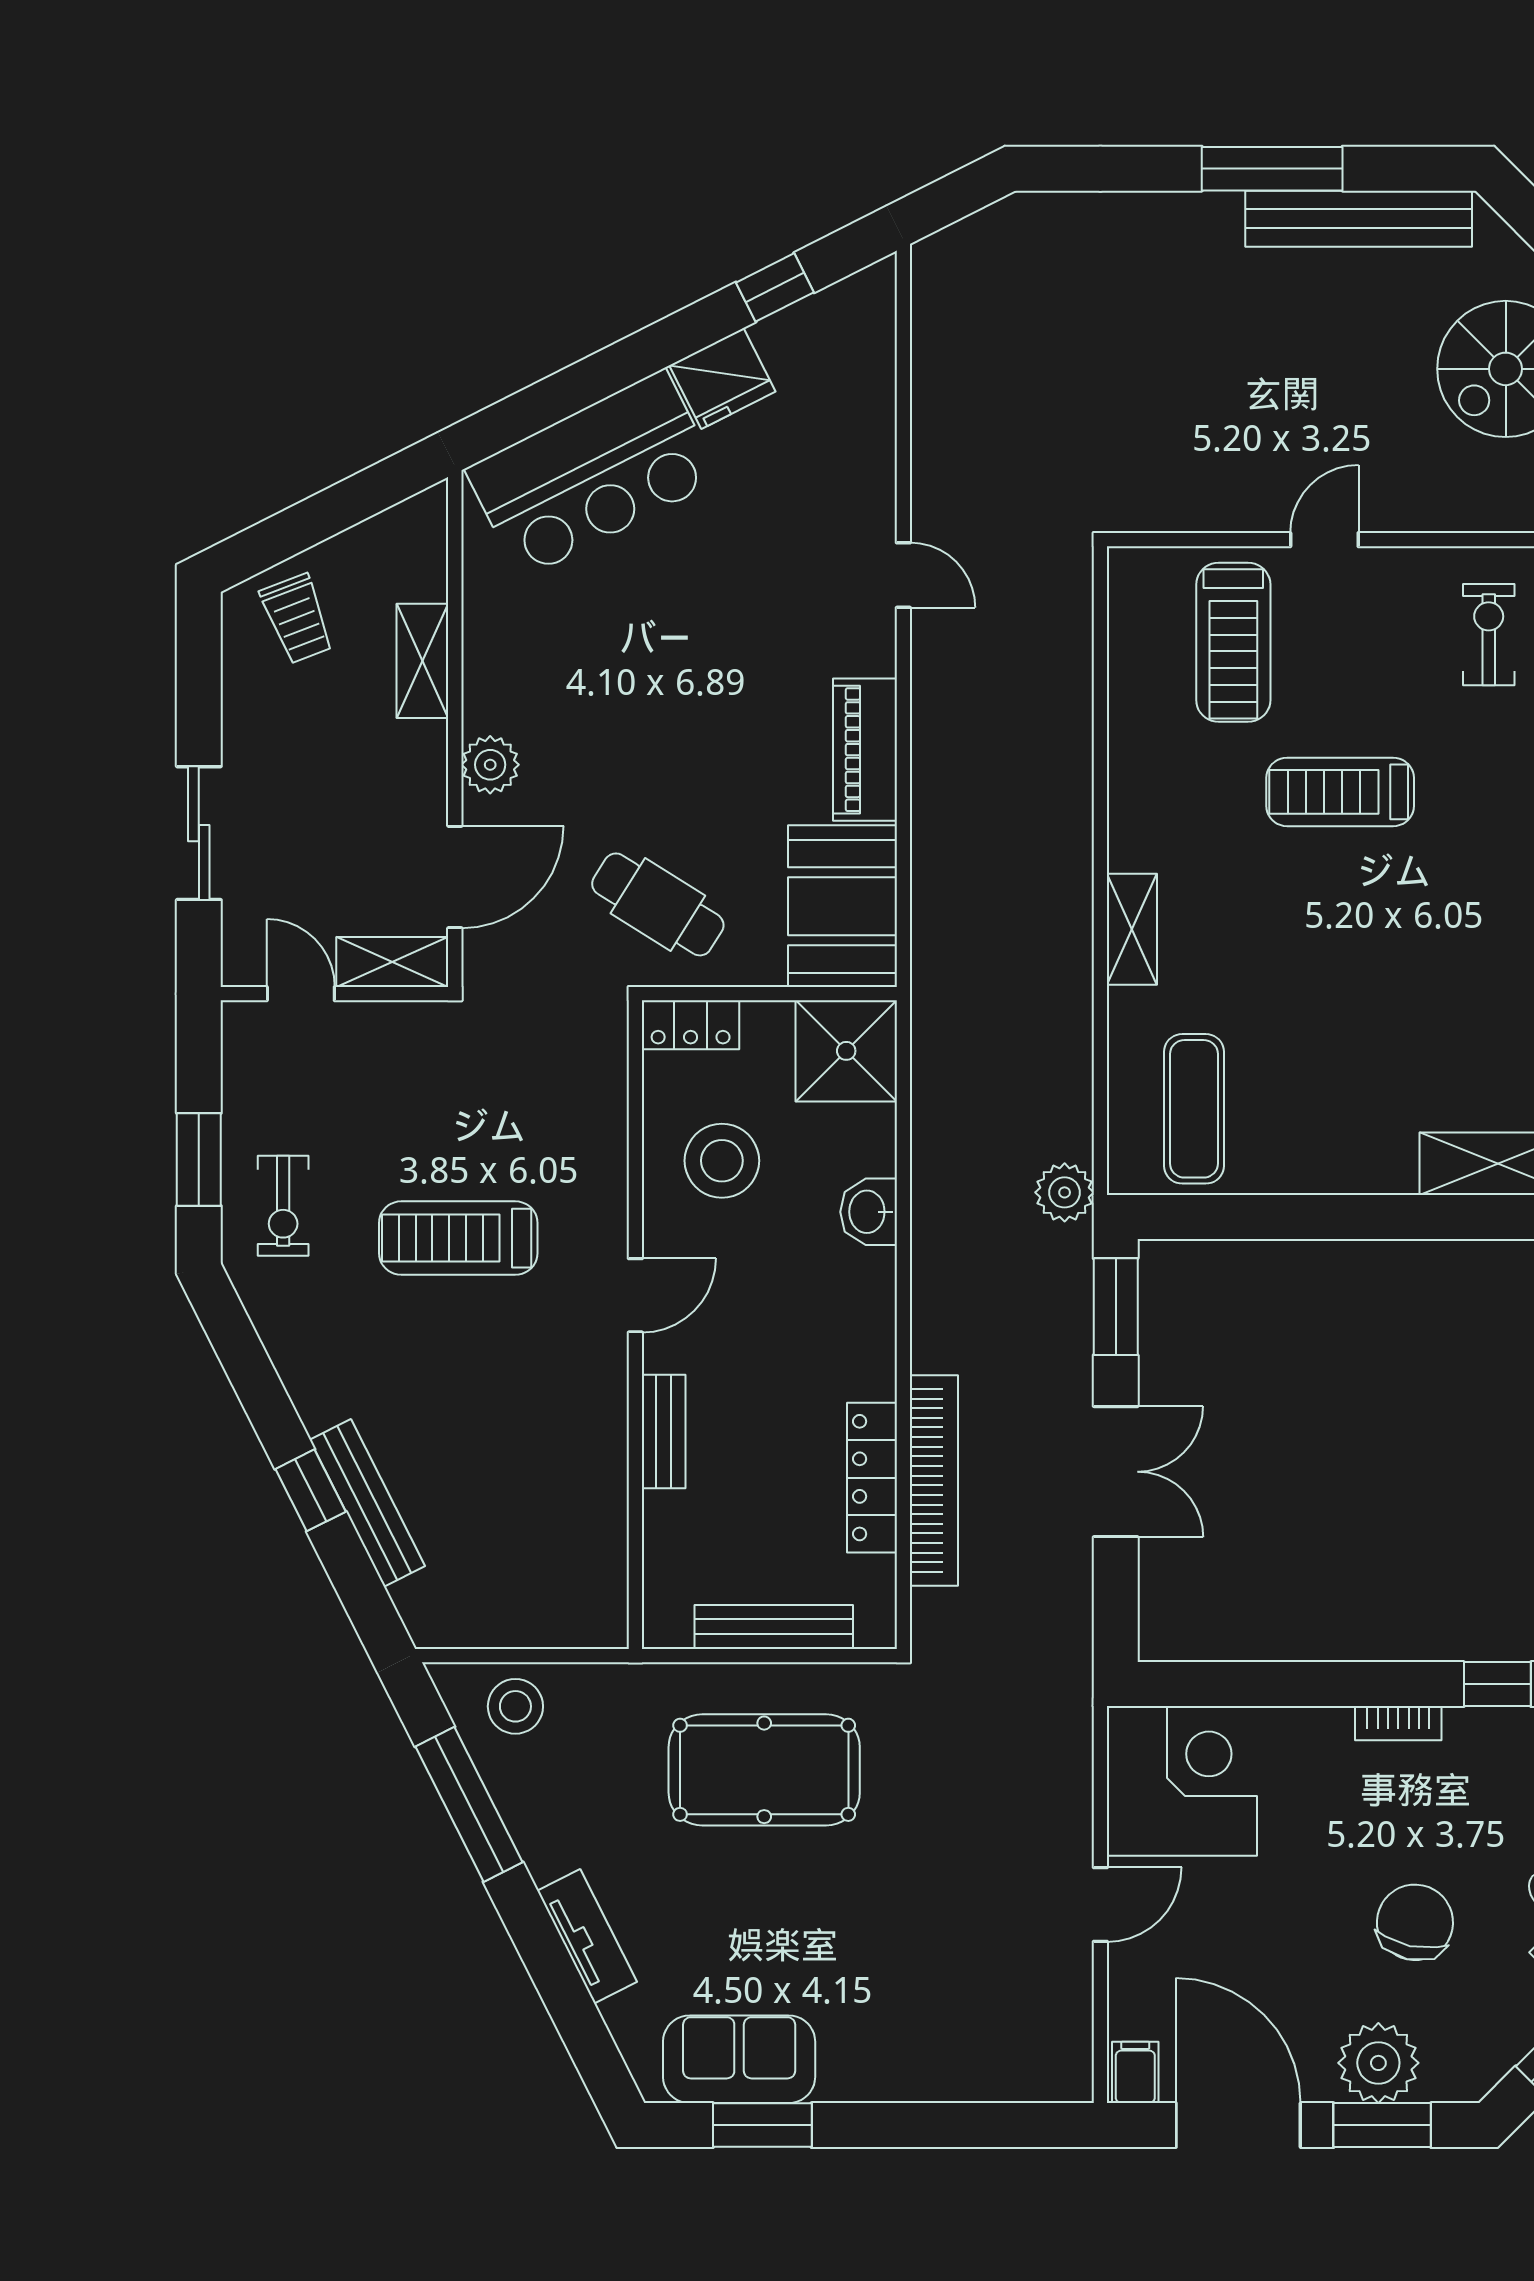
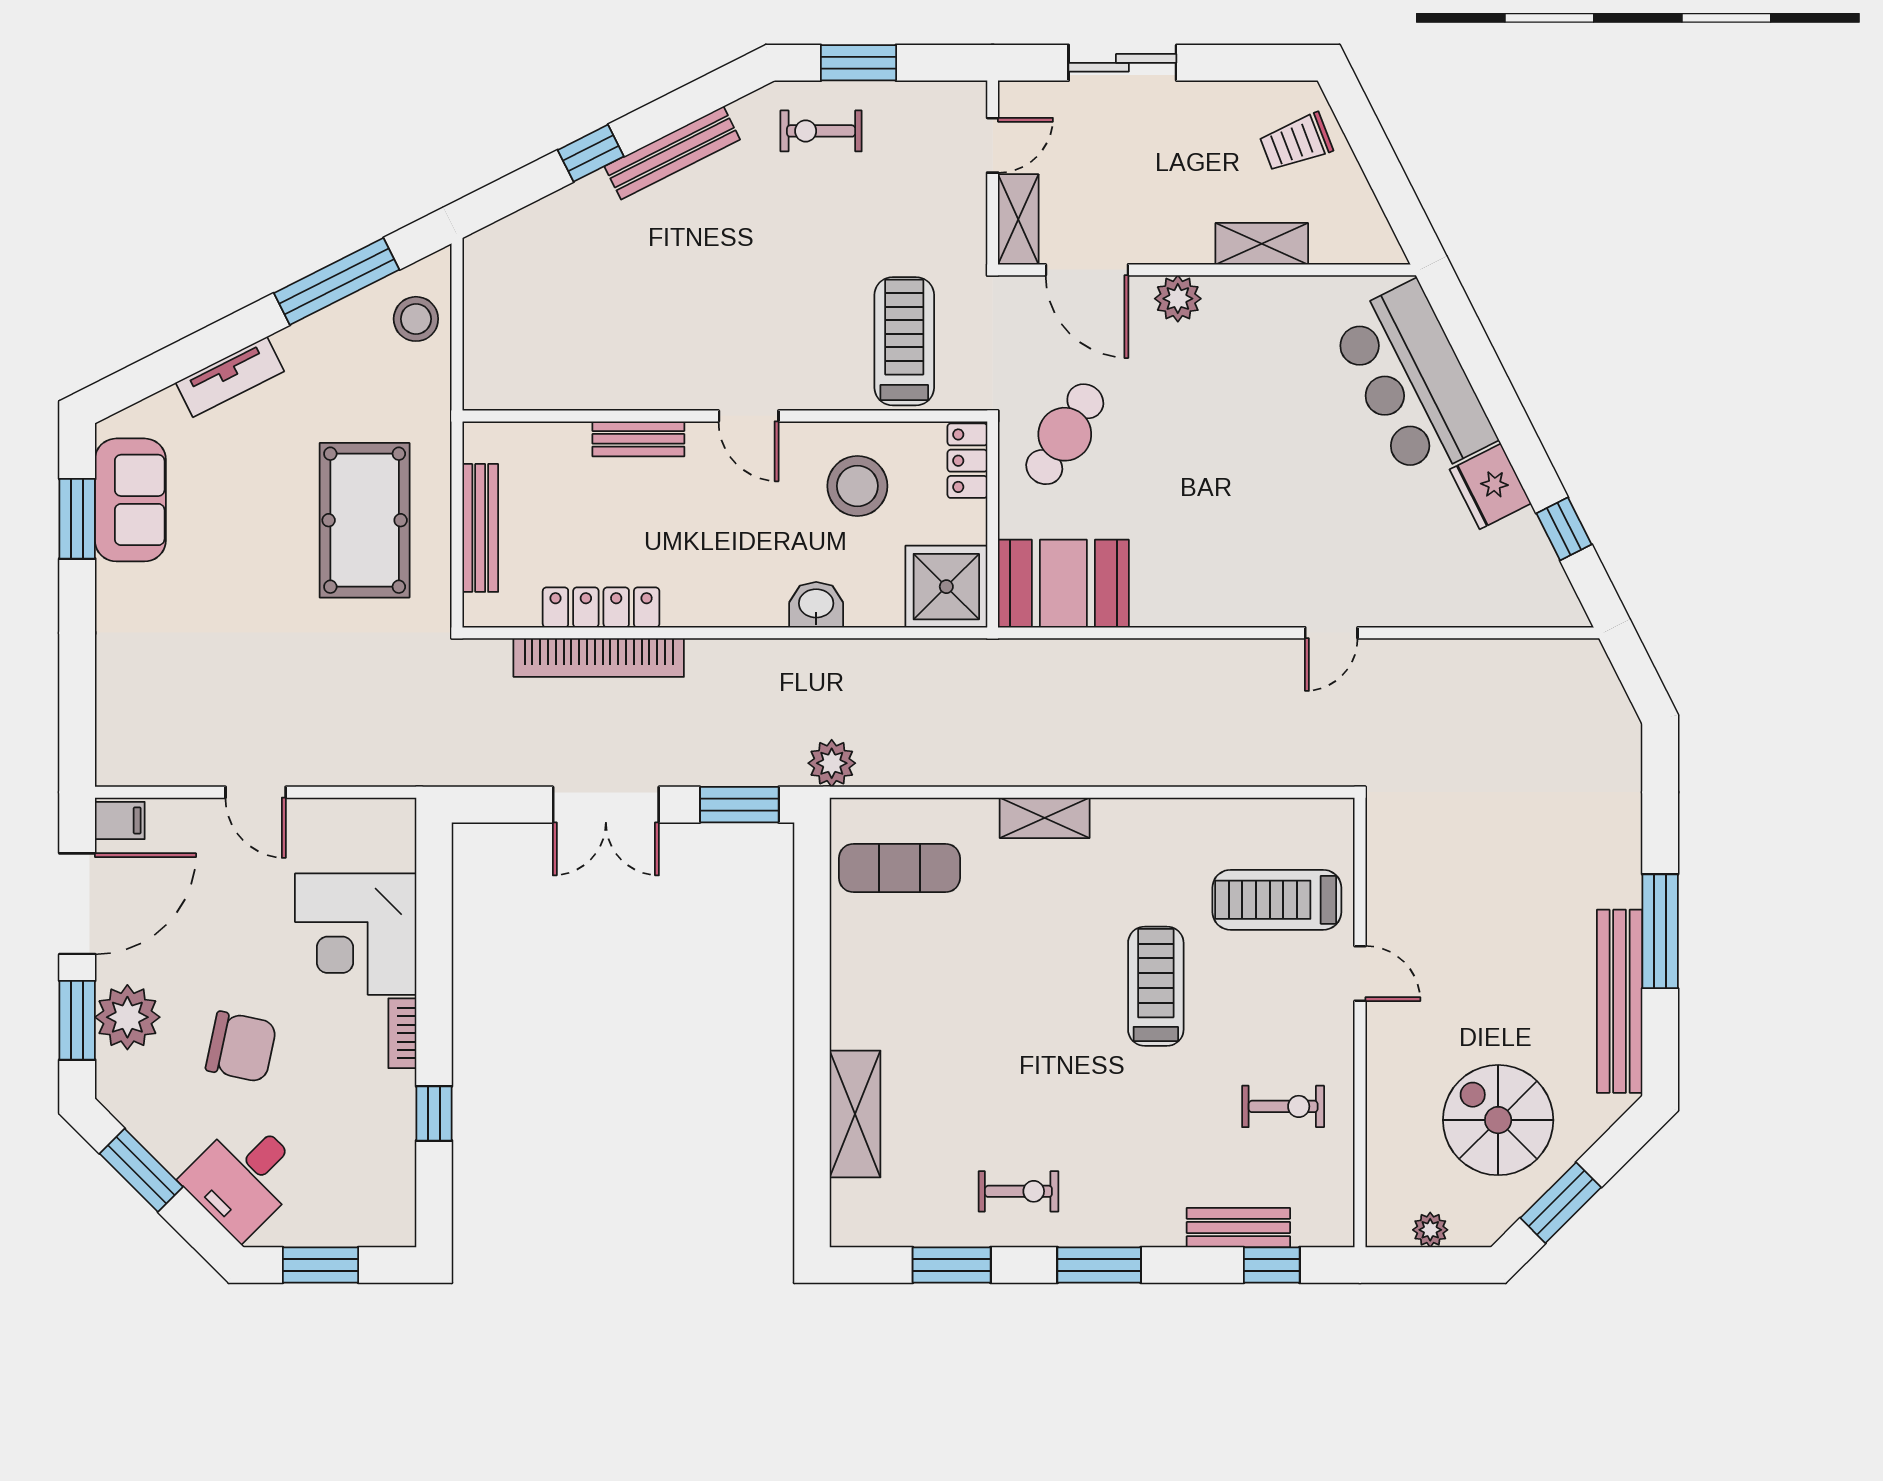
piano: (865, 750) -> (1190, 602), removed
treadmill: (458, 1238) -> (904, 341), moved
bench: (367, 1503) -> (672, 153), moved
corner desk: (1182, 1781) -> (356, 934), moved, turned 90

